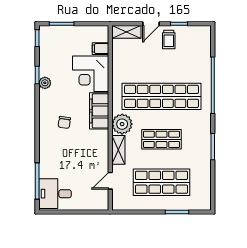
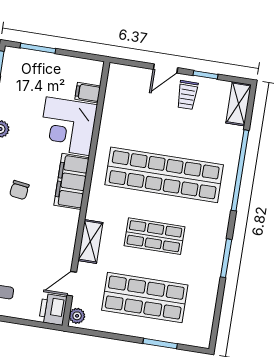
shelving: (126, 32) -> (238, 104), moved, turned 90
plant: (122, 124) -> (77, 316), moved, width x0.53, depth x0.53
printer: (100, 200) -> (53, 309), added

